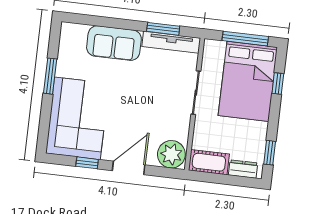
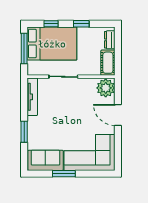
window: (163, 29) -> (24, 132), moved
sofa: (114, 43) -> (45, 160), moved, turned -90
window: (270, 153) -> (81, 24), moved
window: (87, 163) -> (118, 143), removed

